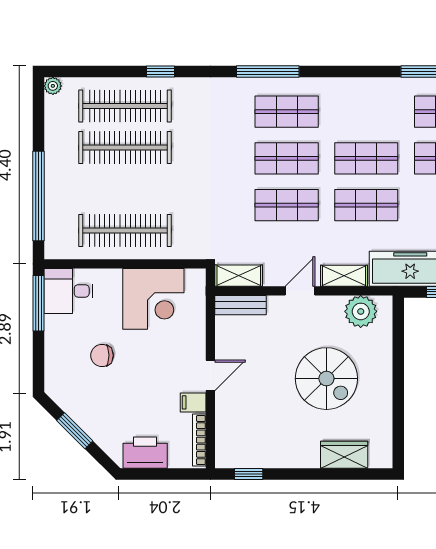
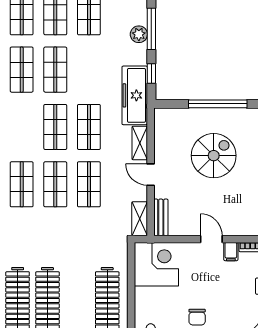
corner desk: (153, 299) -> (156, 264), moved
plant: (361, 311) -> (165, 131), removed
window: (398, 384) -> (218, 104), added

